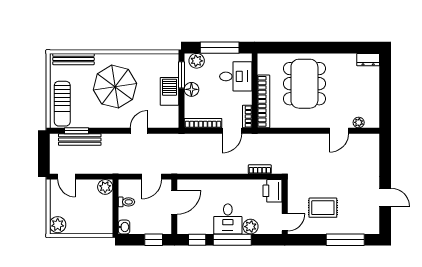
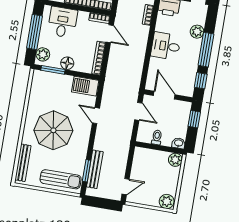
barbecue: (169, 91) -> (85, 86), moved
plant: (105, 187) -> (175, 160), moved
desk: (228, 219) -> (166, 46), moved, turned 180

